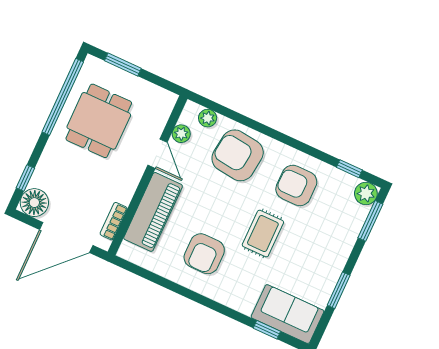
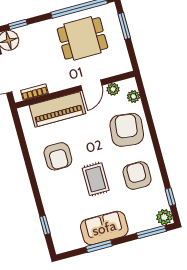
rug: (263, 234) -> (96, 179), turned 90
armchair: (204, 254) -> (58, 156), turned -90
sofa: (288, 314) -> (104, 228), moved, turned -90

